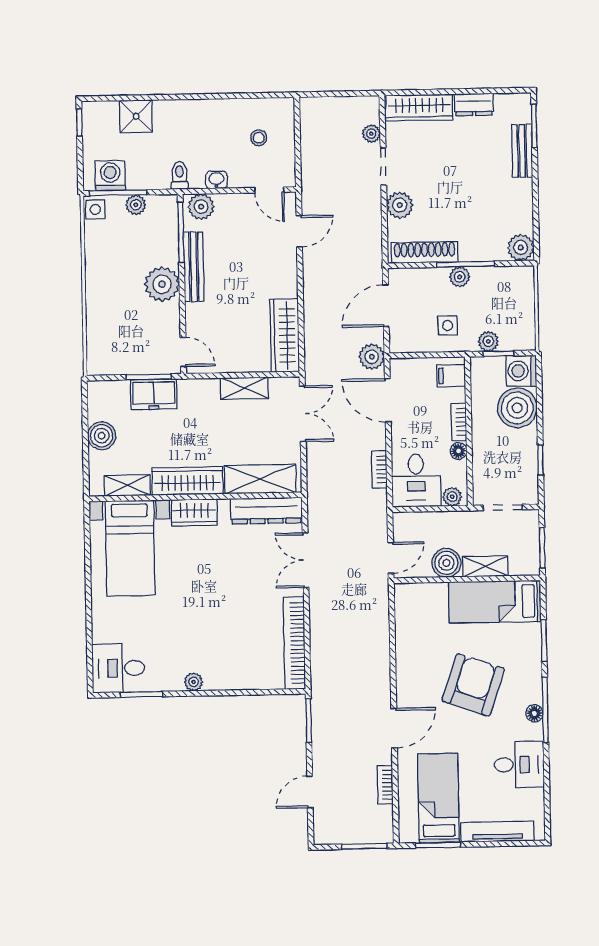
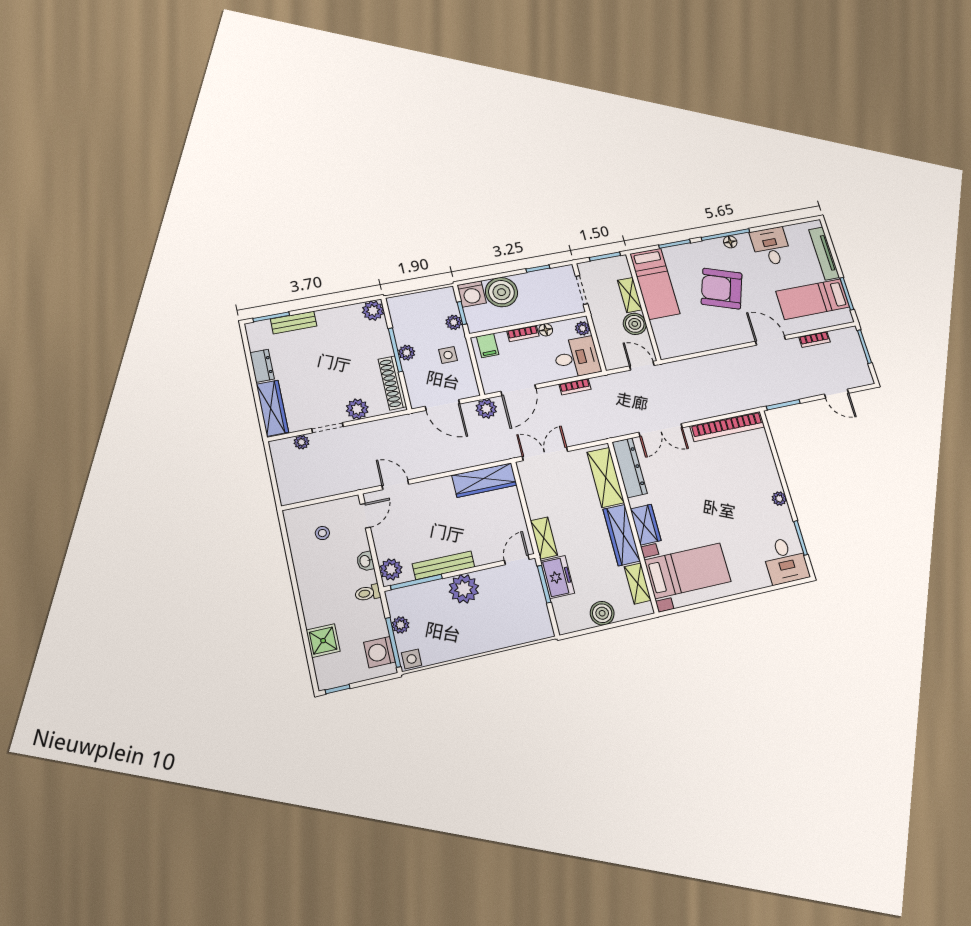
shelving: (244, 388) -> (544, 538), moved

